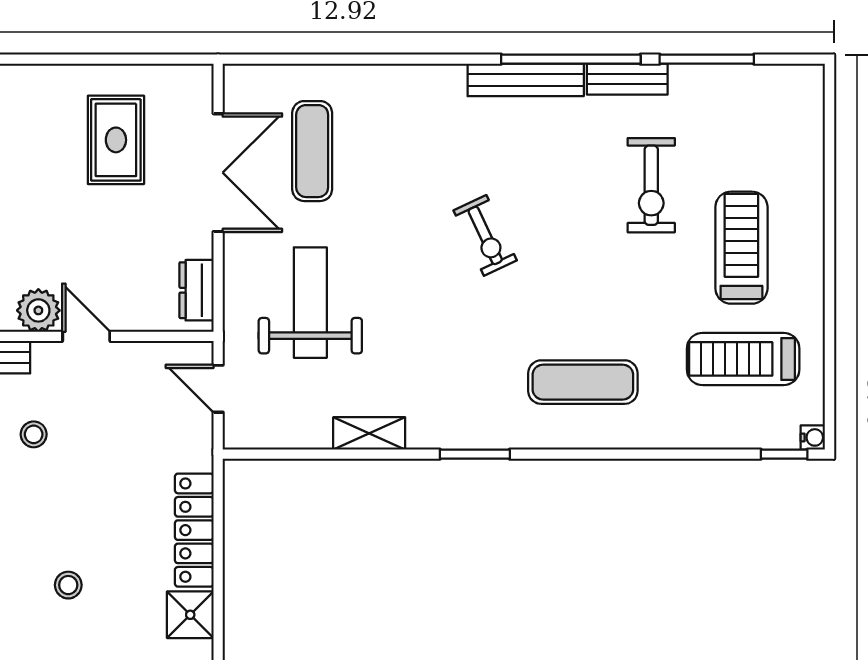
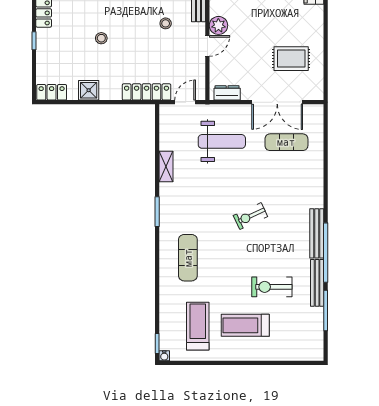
bench: (627, 79) -> (317, 283), width x1.36
treadmill: (741, 248) -> (245, 325), turned 180
locker: (194, 530) -> (147, 92), moved

